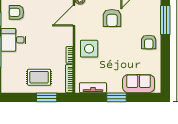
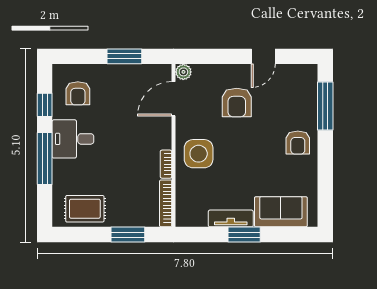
armchair: (16, 12) -> (78, 93), turned -90
rug: (39, 77) -> (85, 209), moved
tv unit: (93, 88) -> (231, 218), moved

